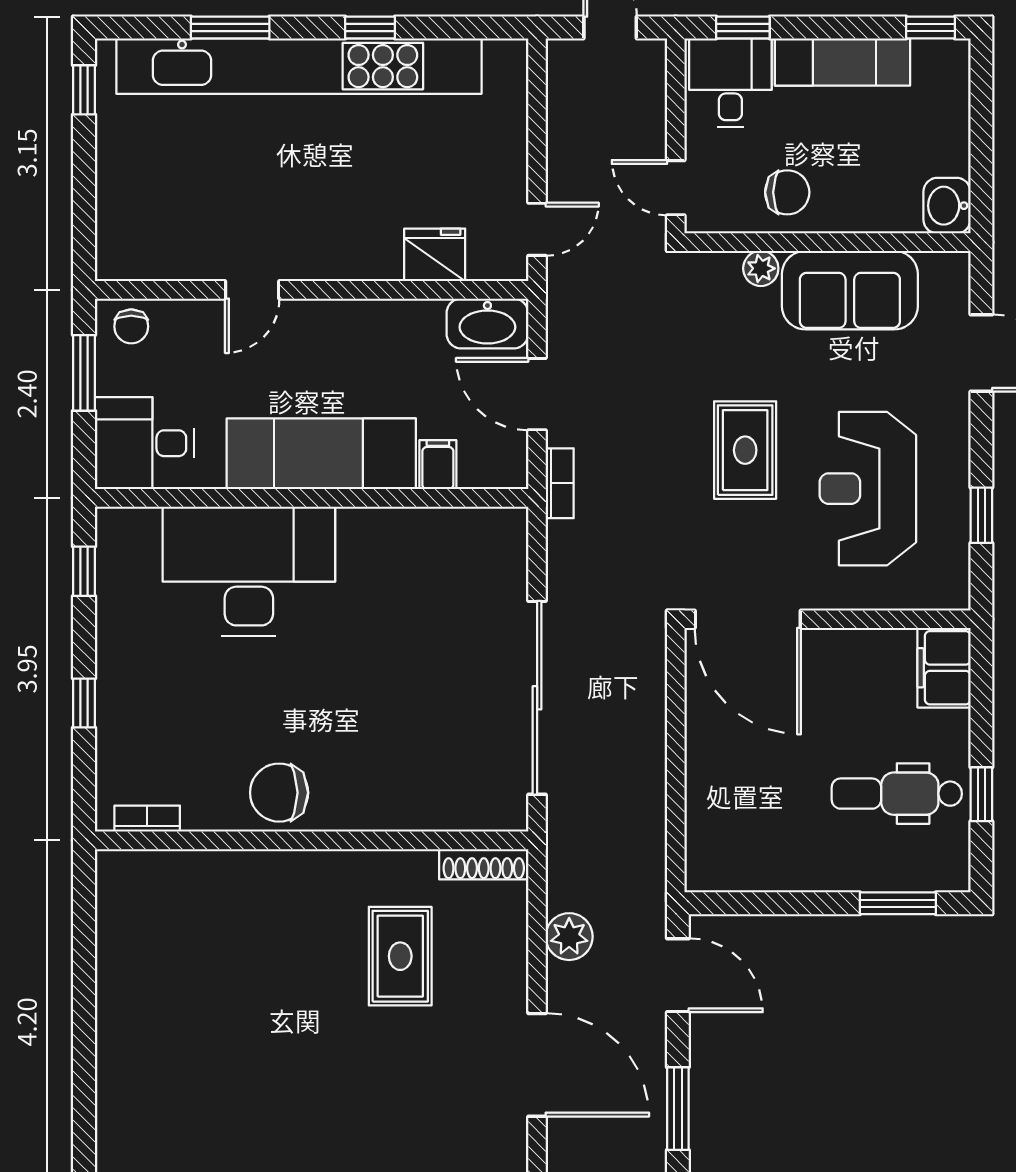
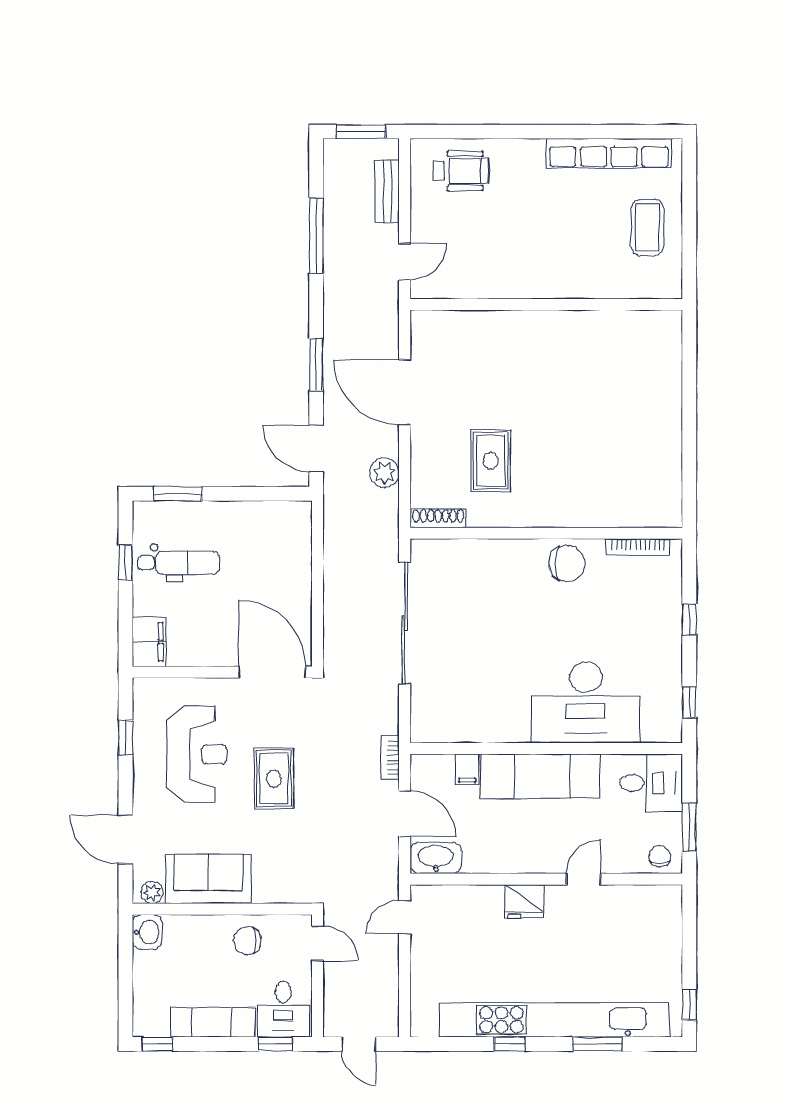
fridge: (435, 255) -> (524, 901), moved
plant: (761, 268) -> (152, 893), moved
bookcase: (147, 819) -> (638, 547), width x1.56

